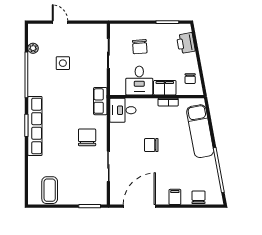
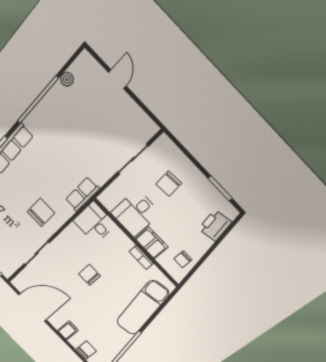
side table: (63, 63) -> (82, 124), removed

